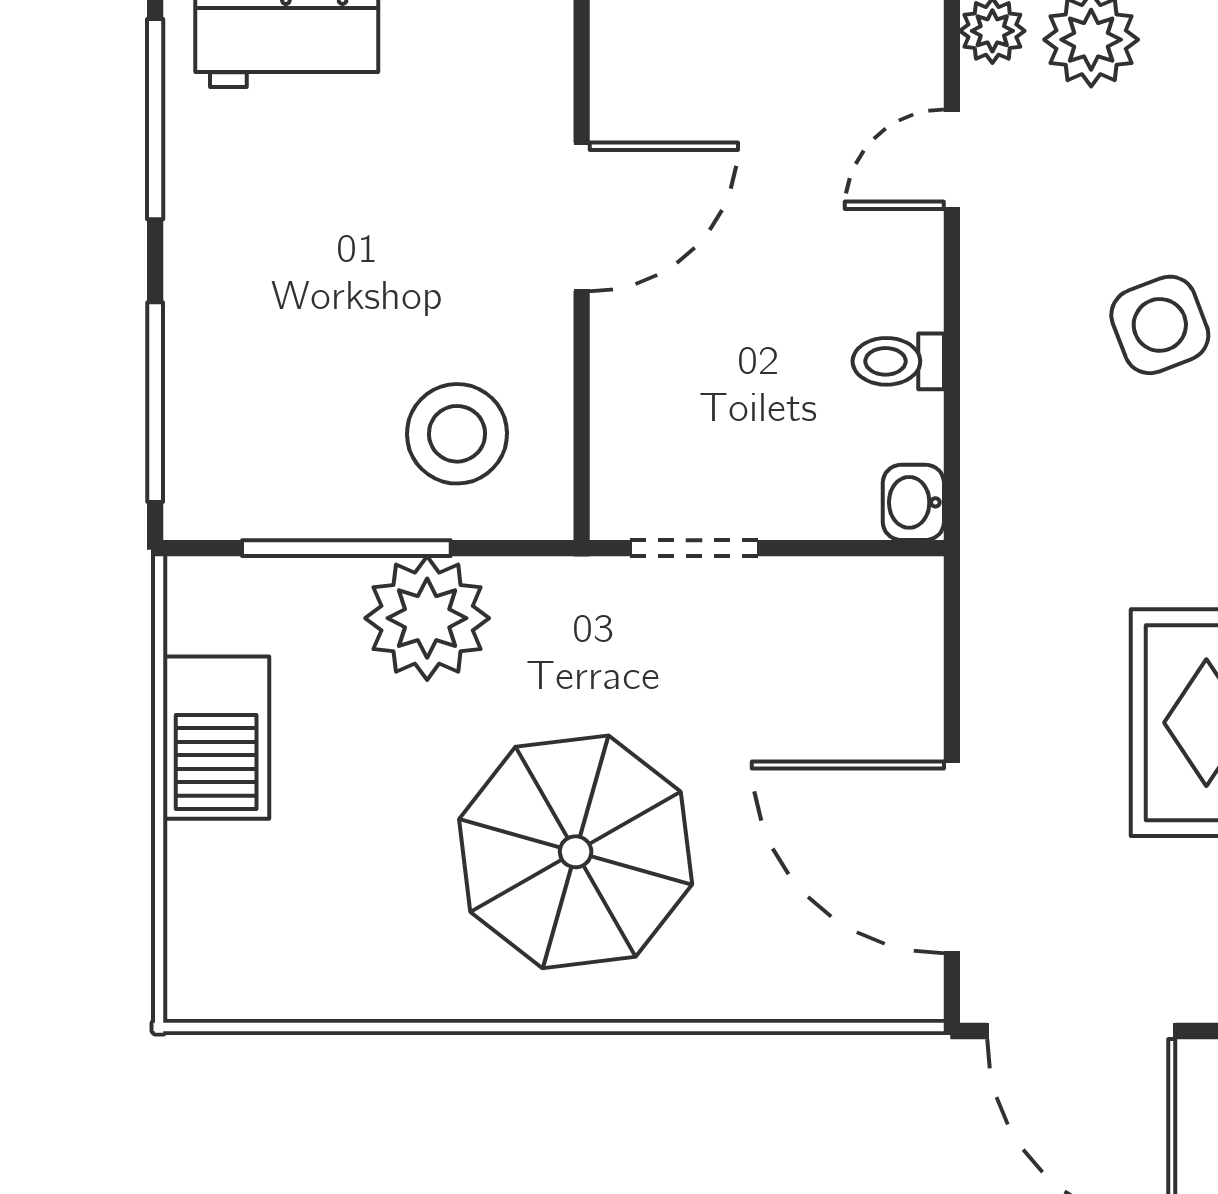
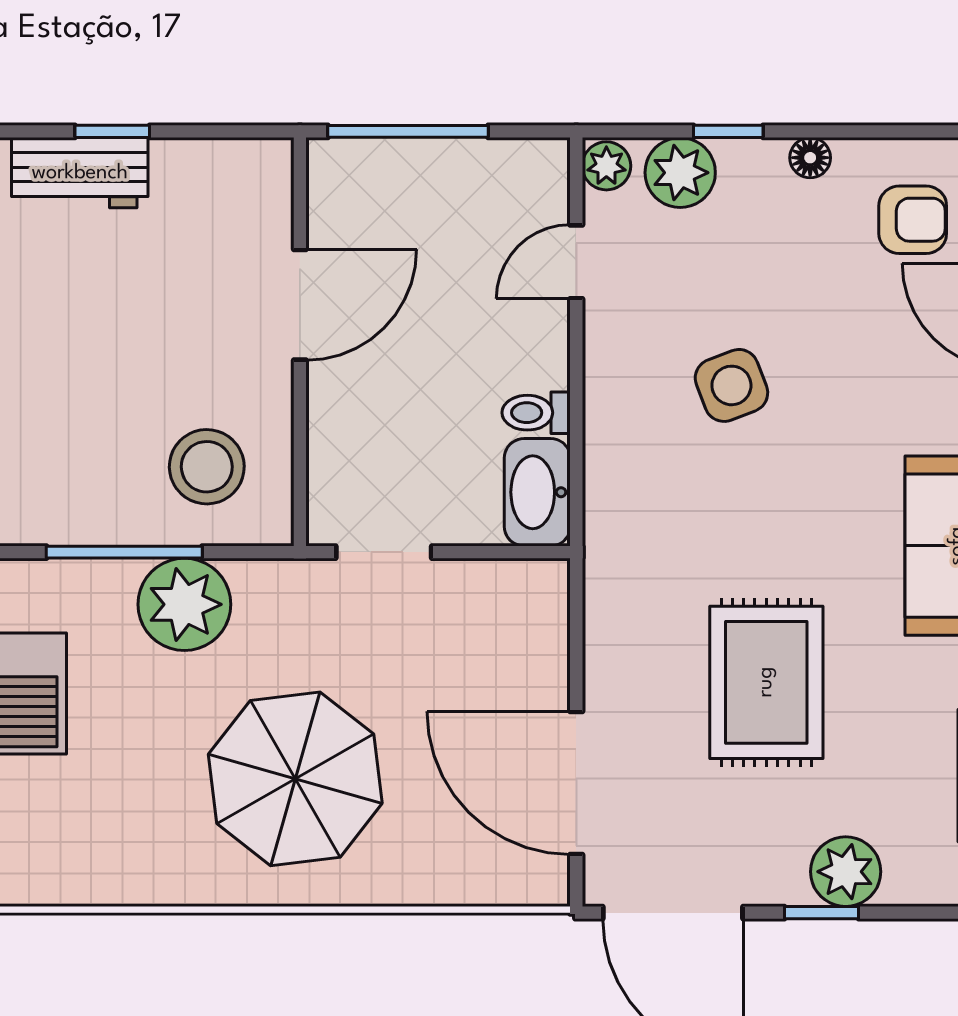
washbasin: (913, 502) -> (537, 492), width x1.91, depth x1.45

